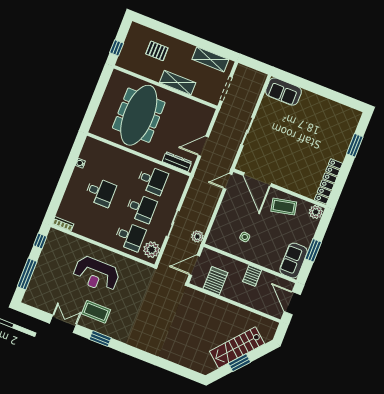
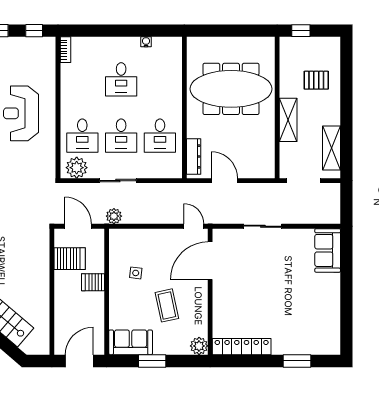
pallet: (157, 51) -> (316, 80), turned 90
coffee table: (284, 207) -> (167, 305), moved
server rack: (252, 276) -> (93, 282), moved

